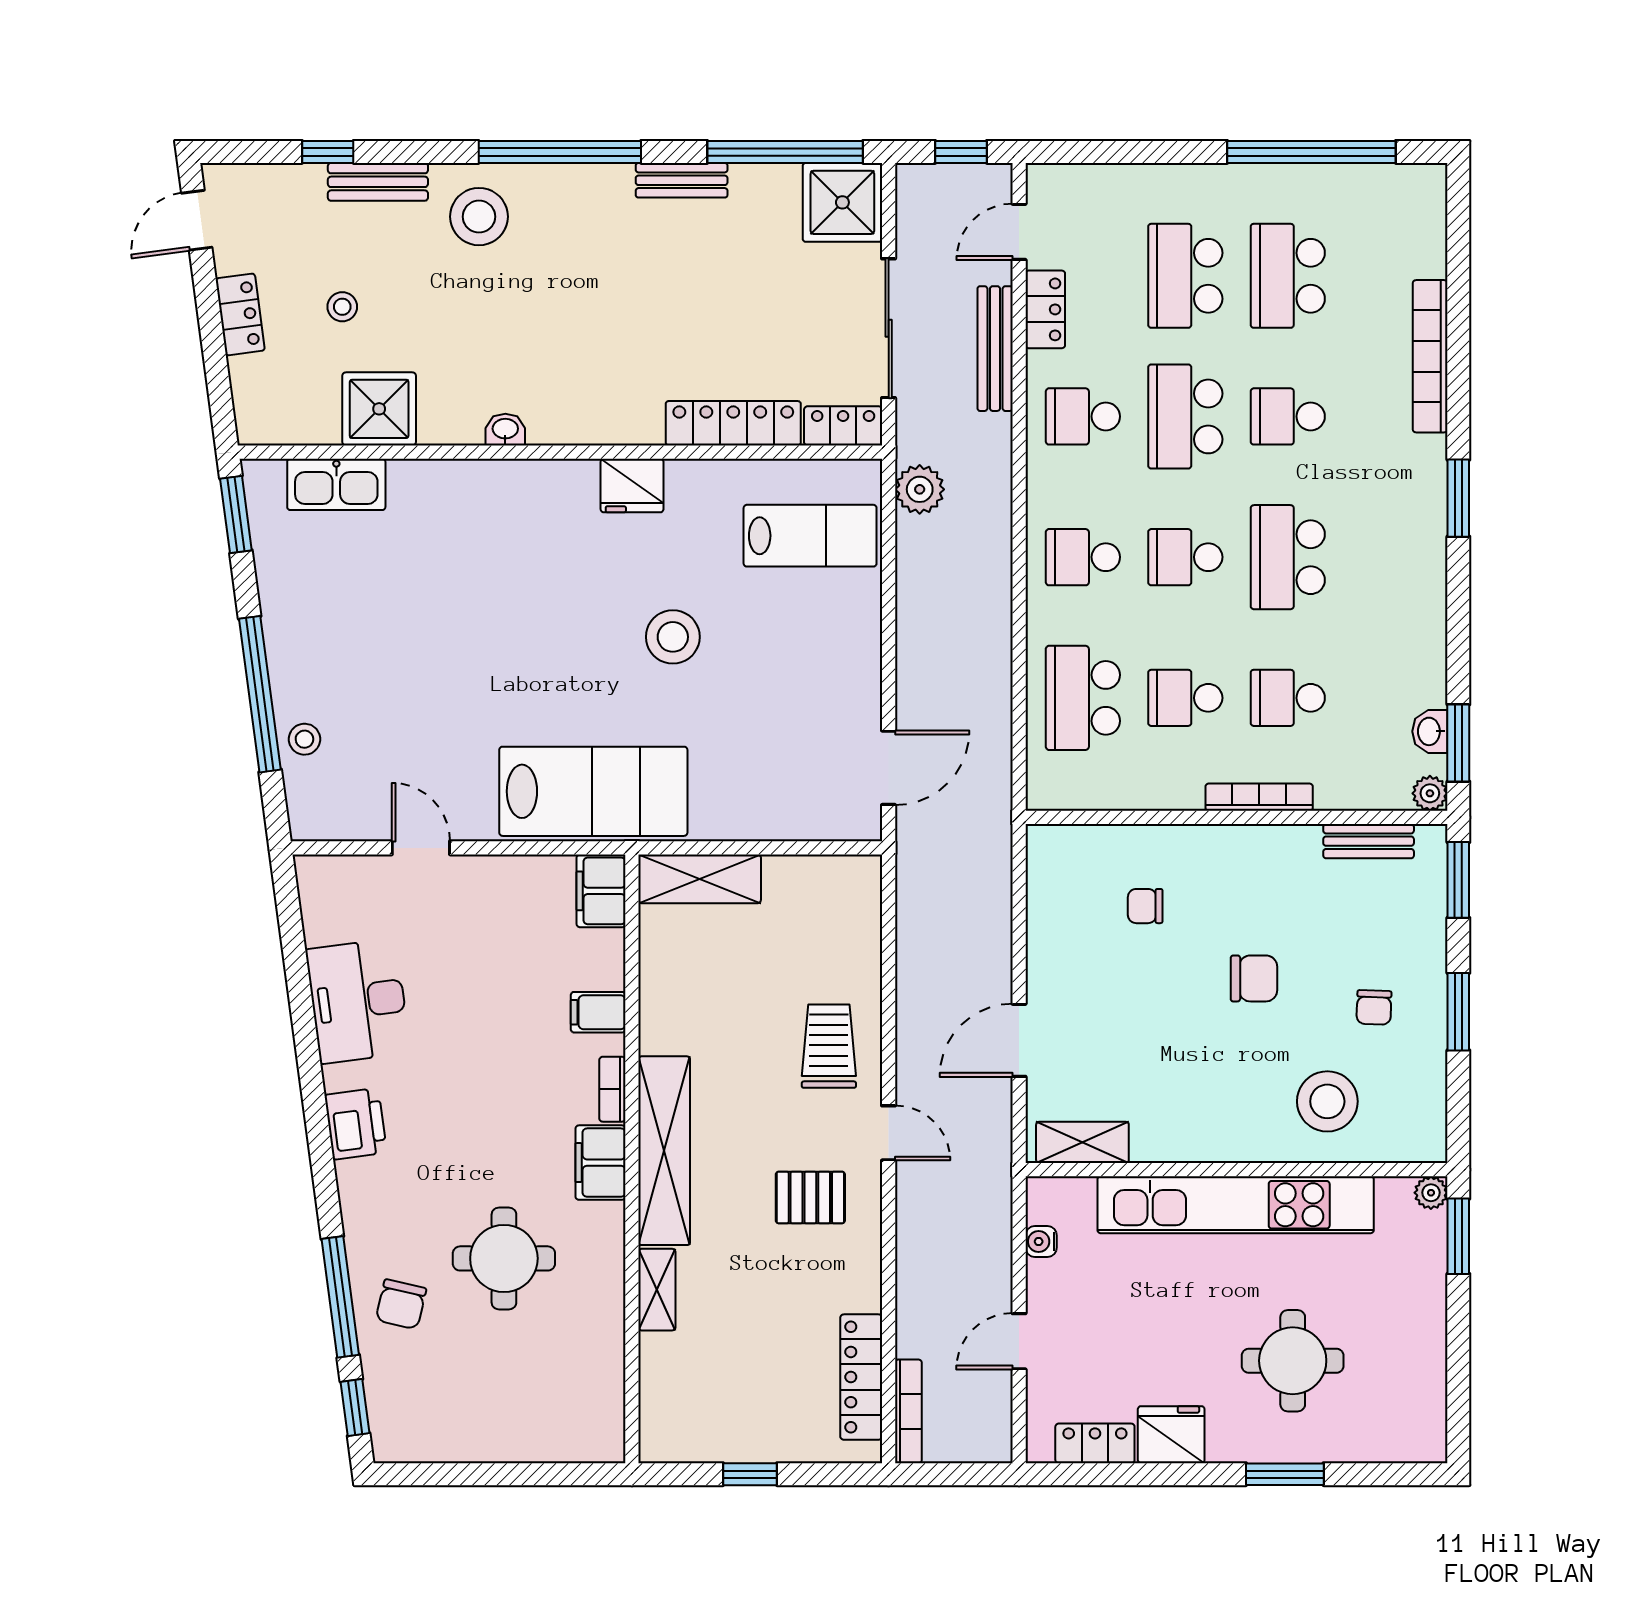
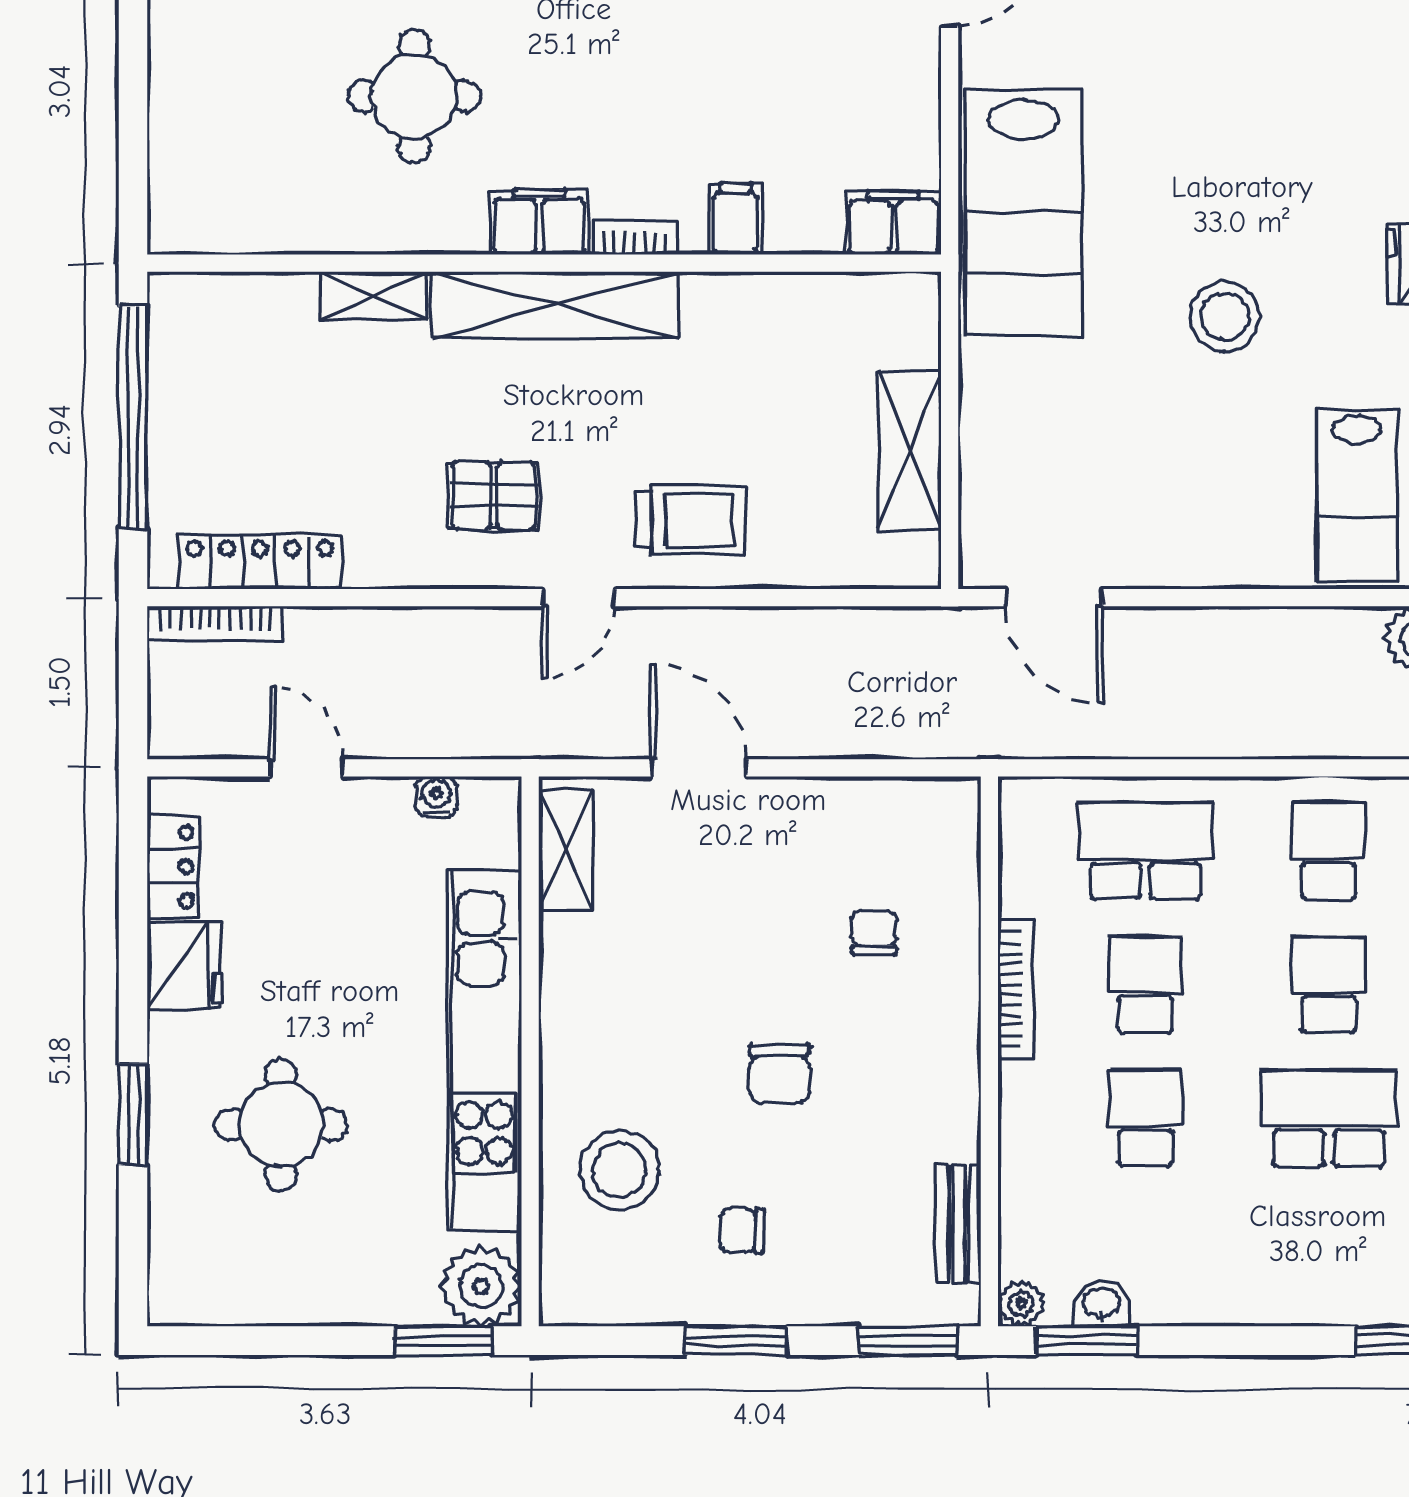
bookcase: (1259, 797) -> (1016, 990), moved
shelving: (700, 879) -> (909, 450), moved
plant: (1431, 1193) -> (481, 1286), width x1.88, depth x1.88
pallet: (810, 1197) -> (494, 496), turned 90
window: (750, 1474) -> (133, 417), width x3.17

